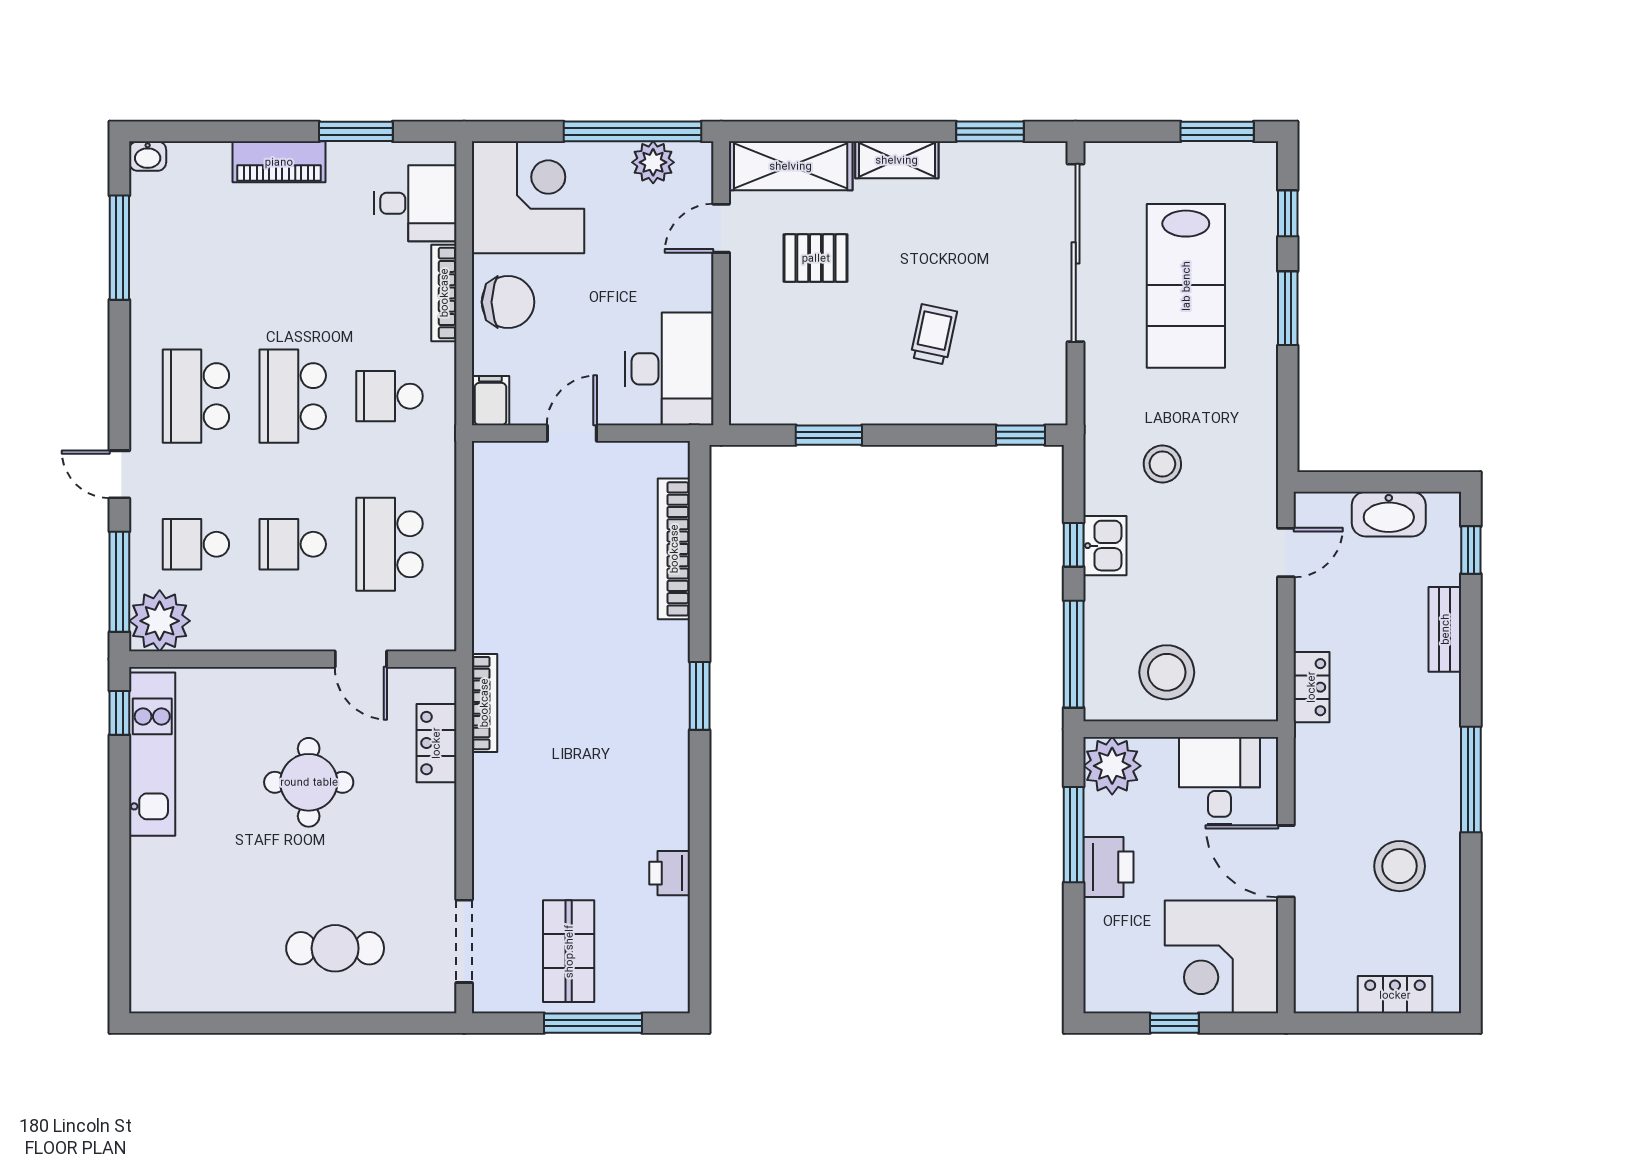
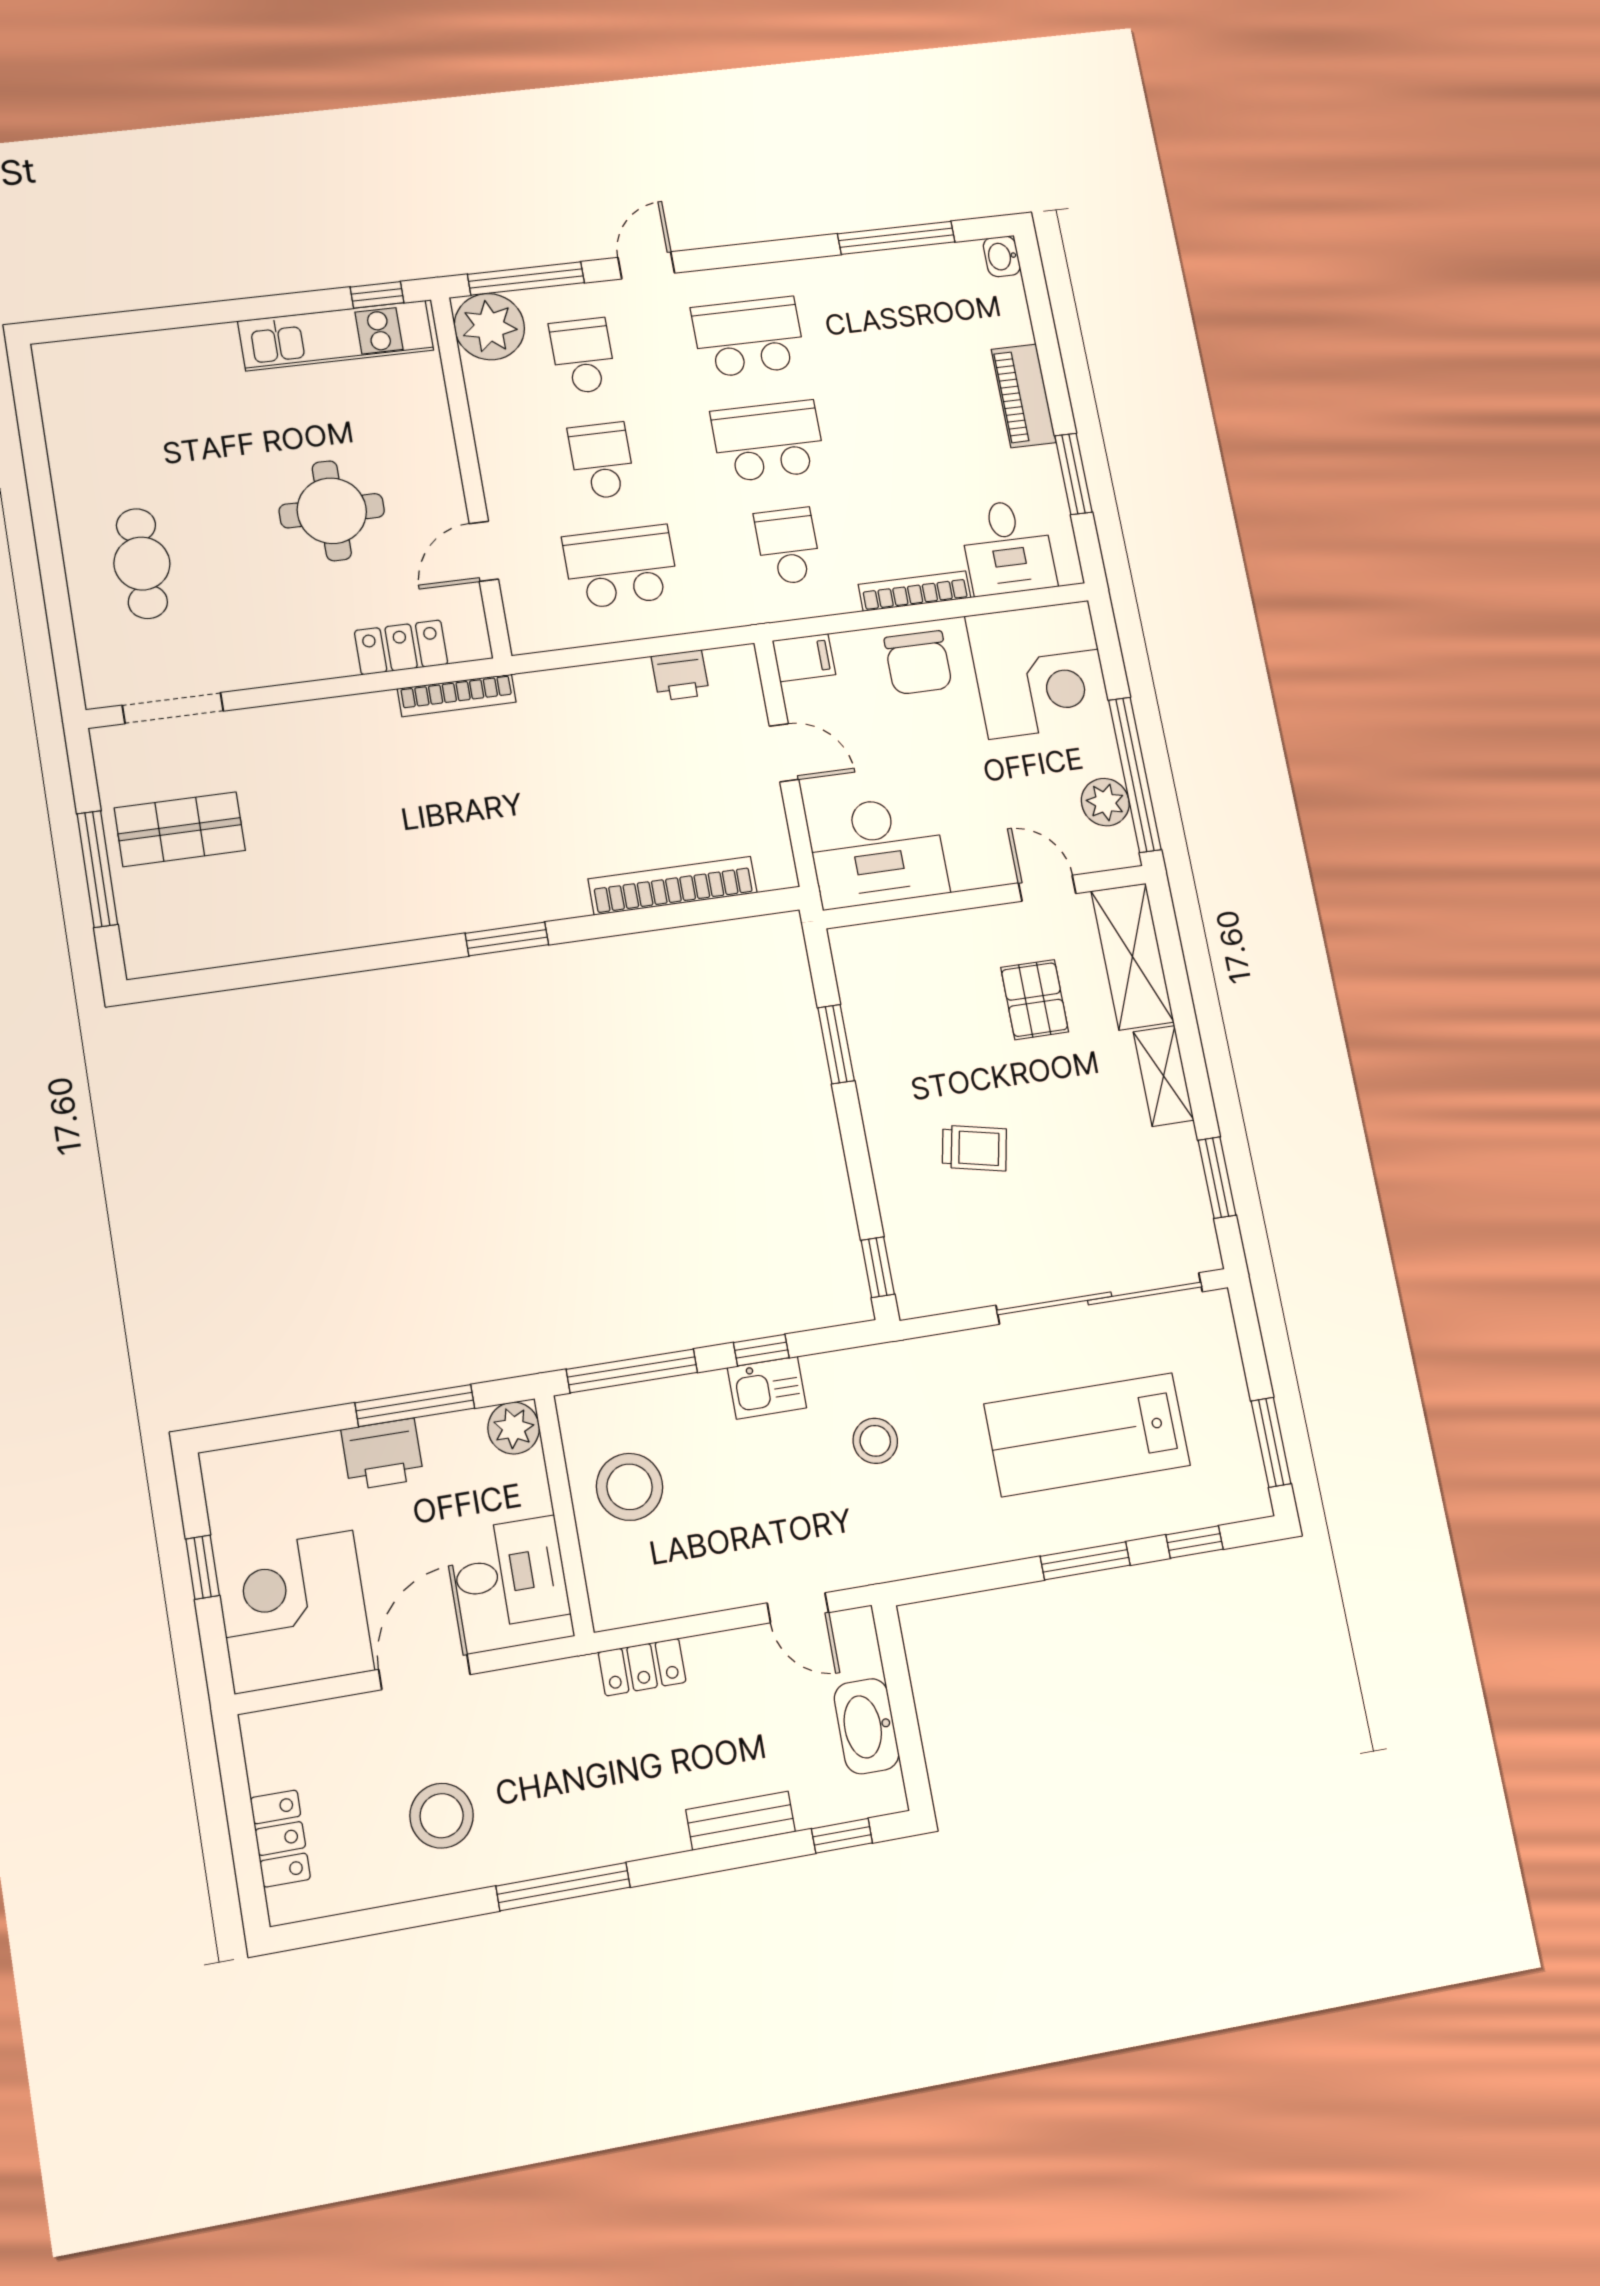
plant: (1112, 766) -> (514, 1428), width x0.73, depth x0.73
printer: (670, 873) -> (680, 675), moved, turned 180

